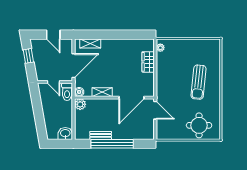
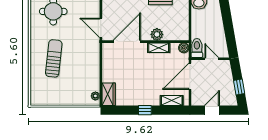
door: (53, 35) -> (212, 110), hinge flipped
window: (115, 35) -> (145, 110), added
wardrobe: (148, 62) -> (109, 94), moved
plant: (80, 104) -> (157, 34), moved

